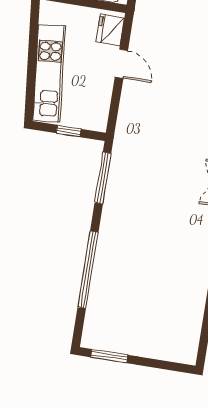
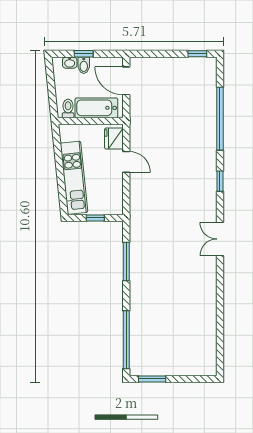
window: (103, 178) -> (126, 261), moved
window: (88, 270) -> (126, 340), moved

